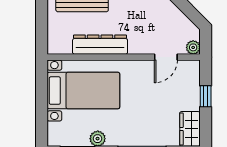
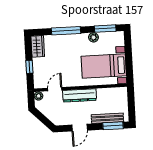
dresser: (100, 45) -> (79, 95), moved

